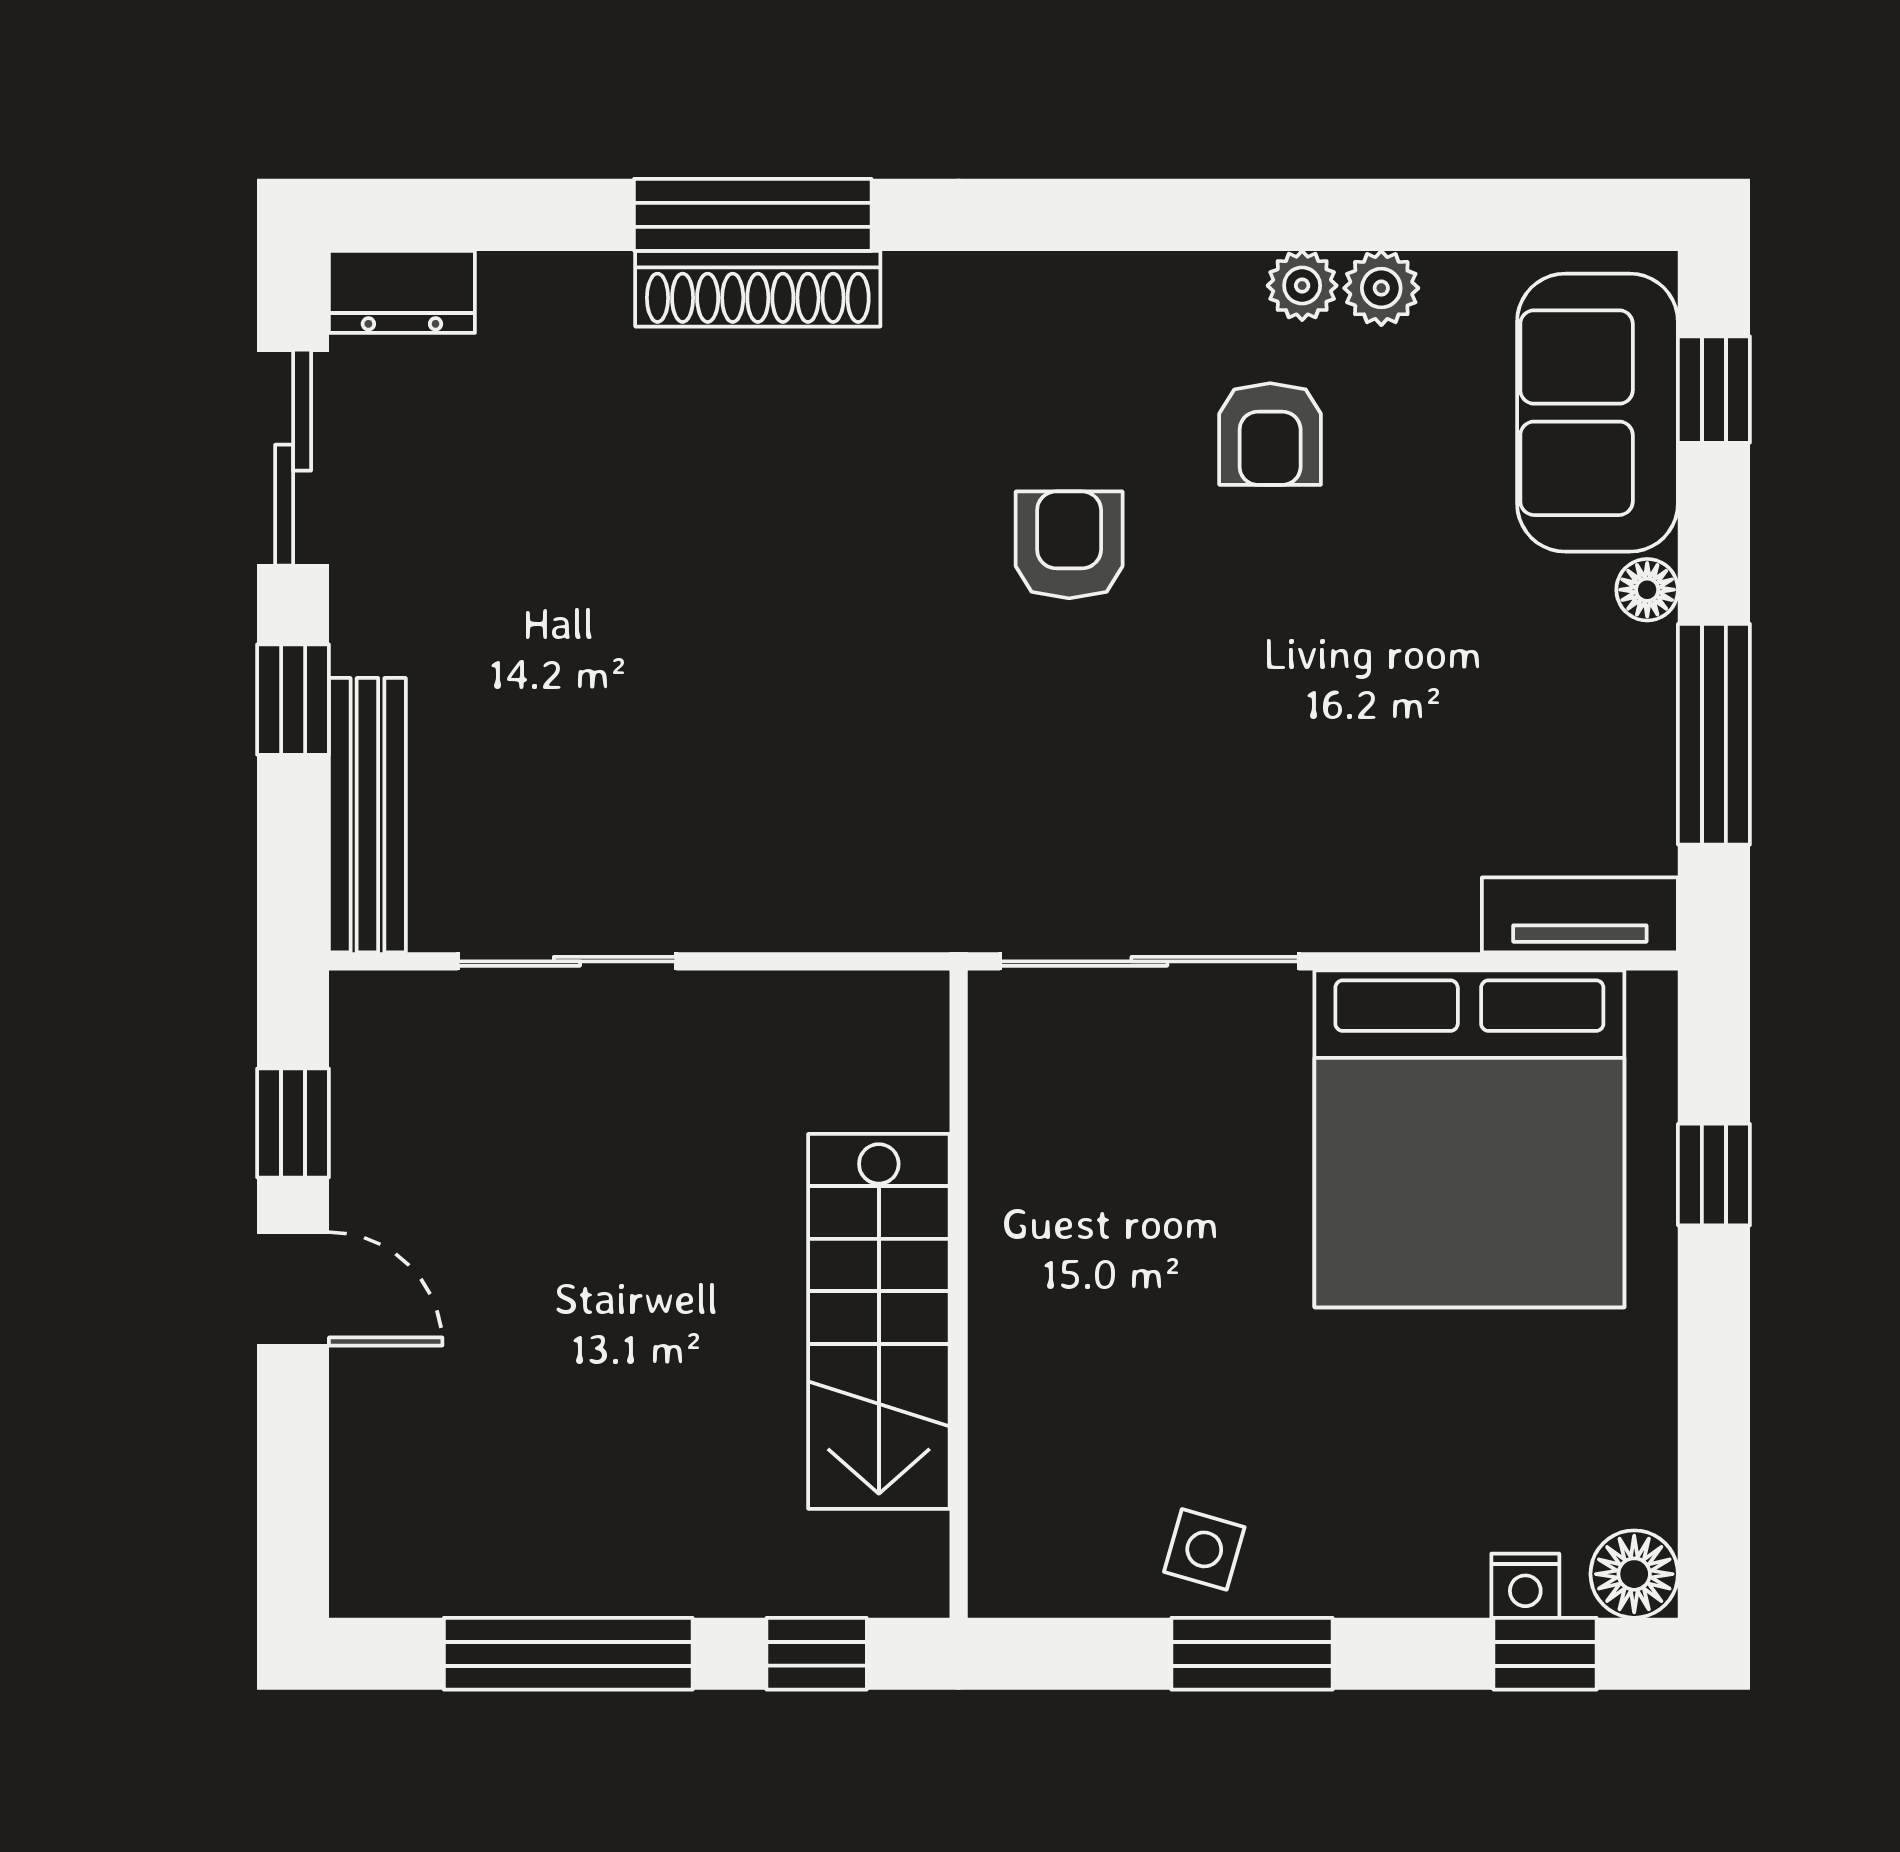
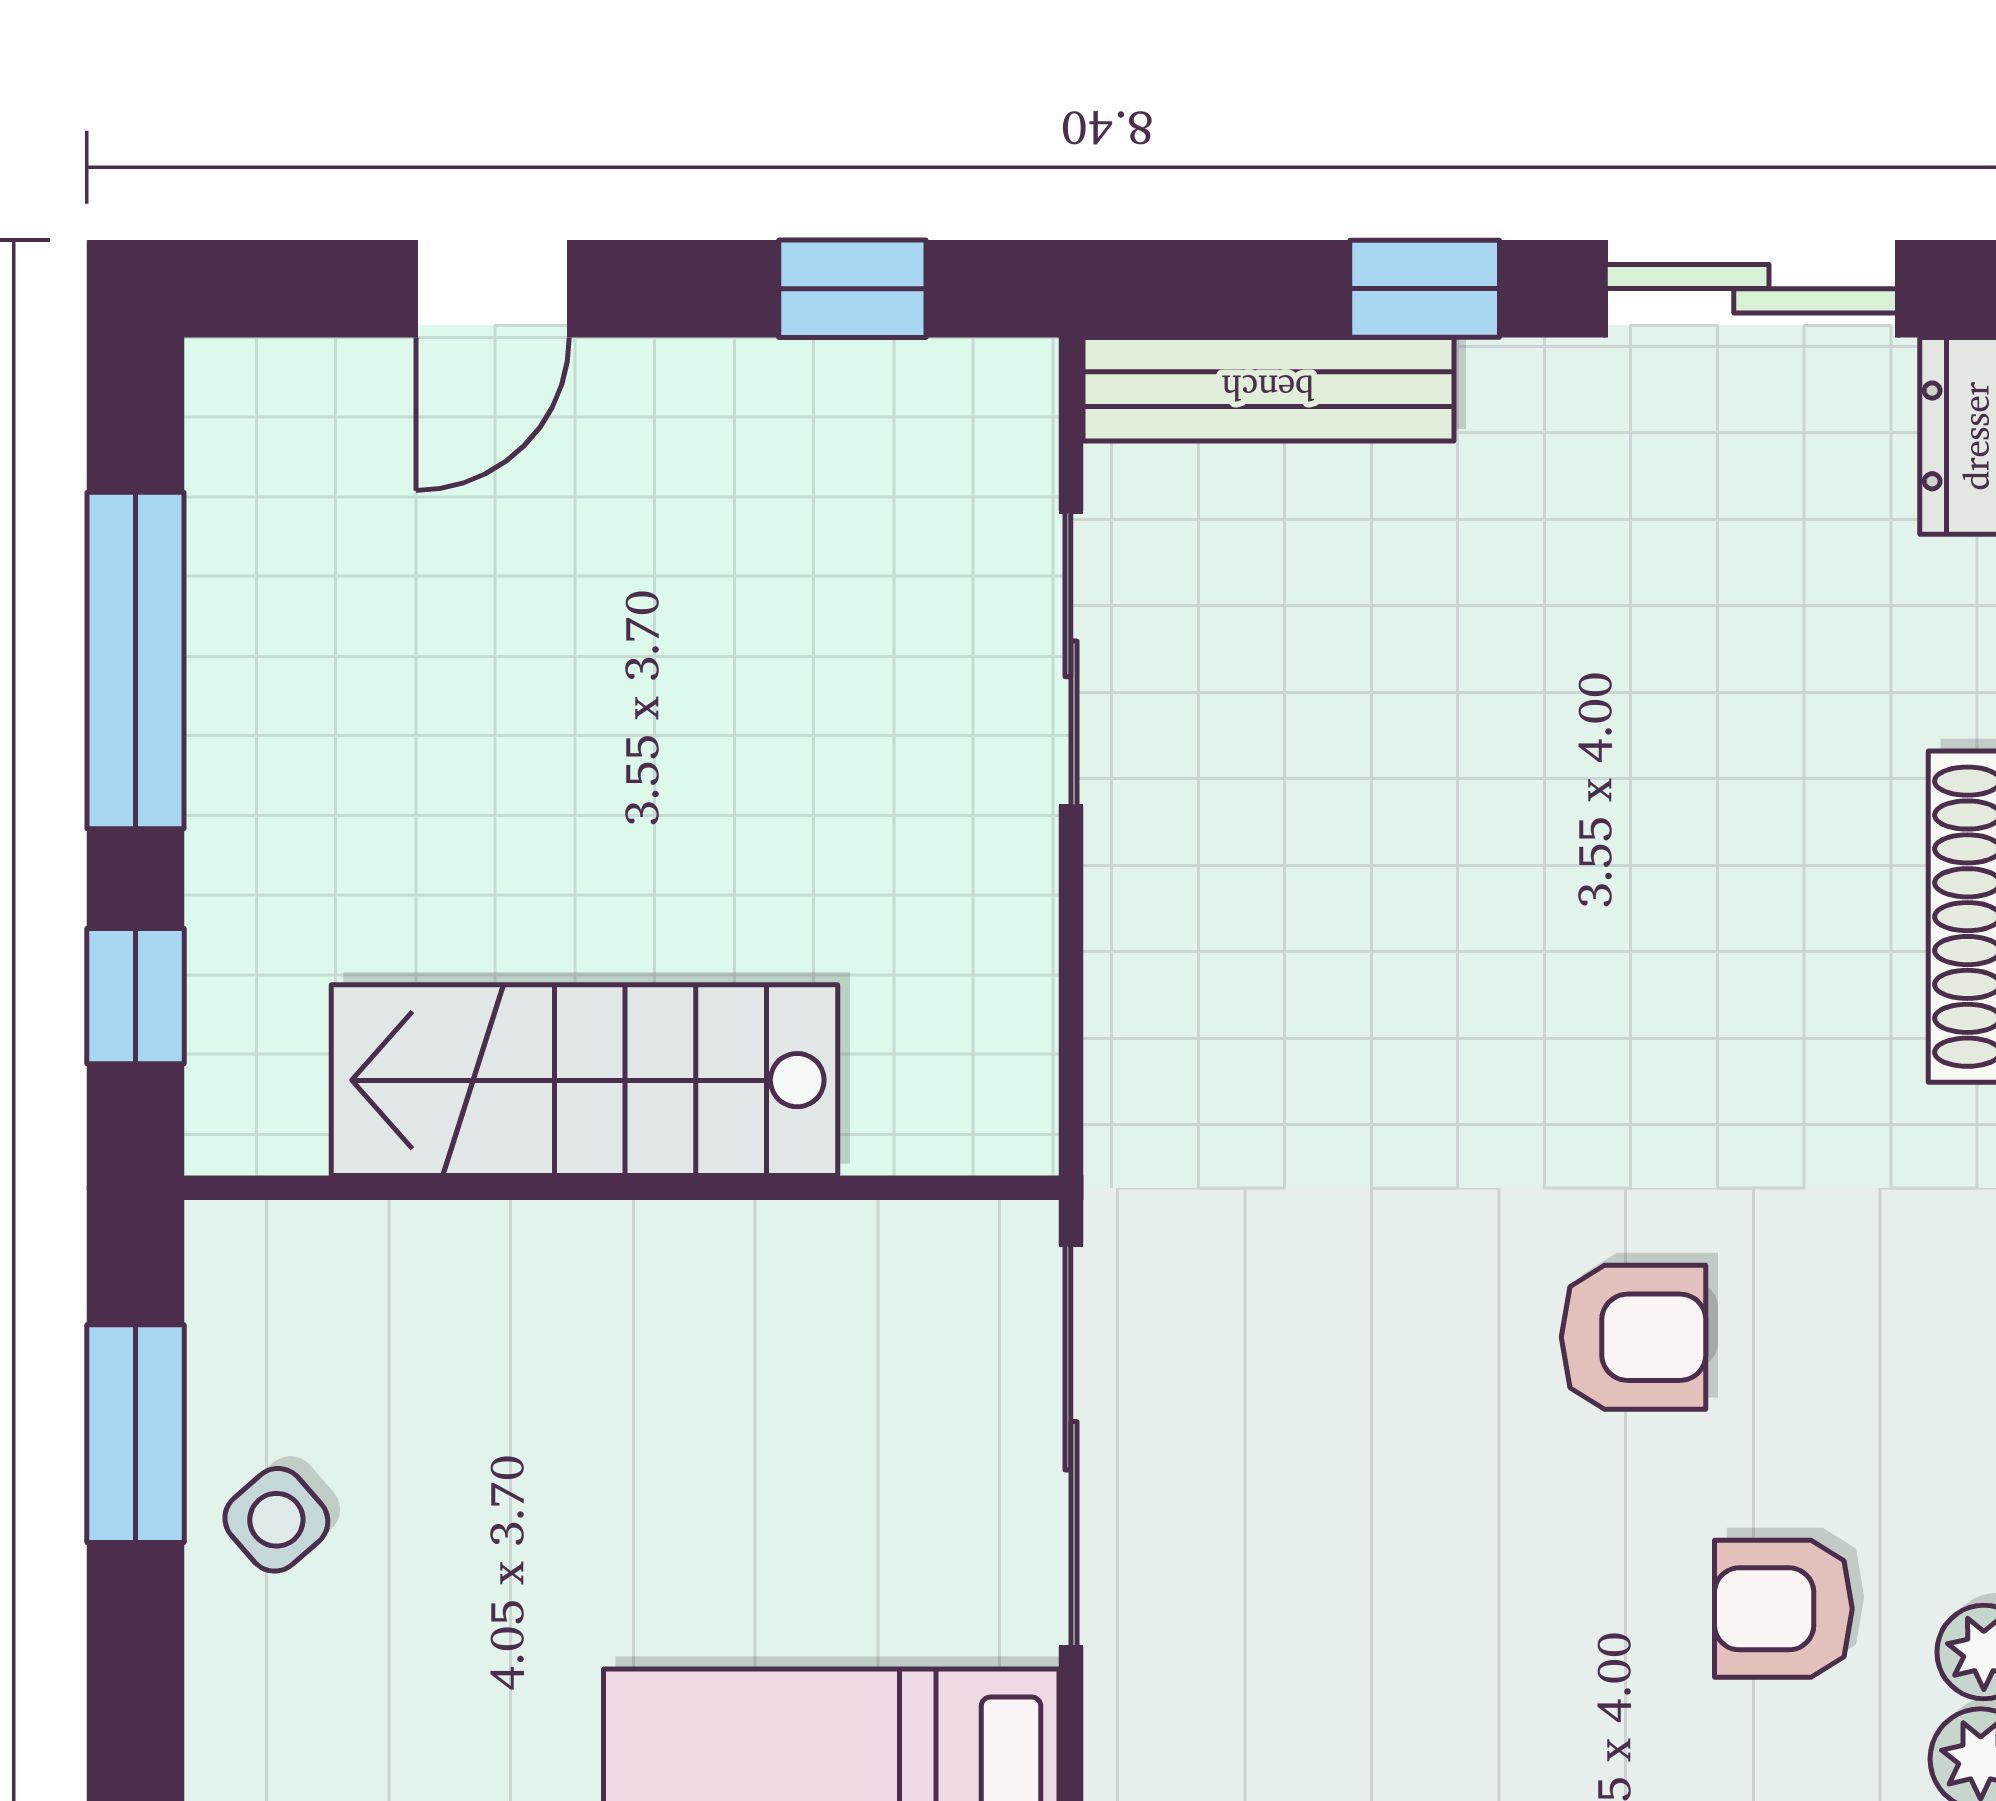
door: (293, 1289) -> (492, 289), moved
side table: (1204, 1549) -> (276, 1520), turned 33
window: (1252, 1654) -> (135, 1434), moved

